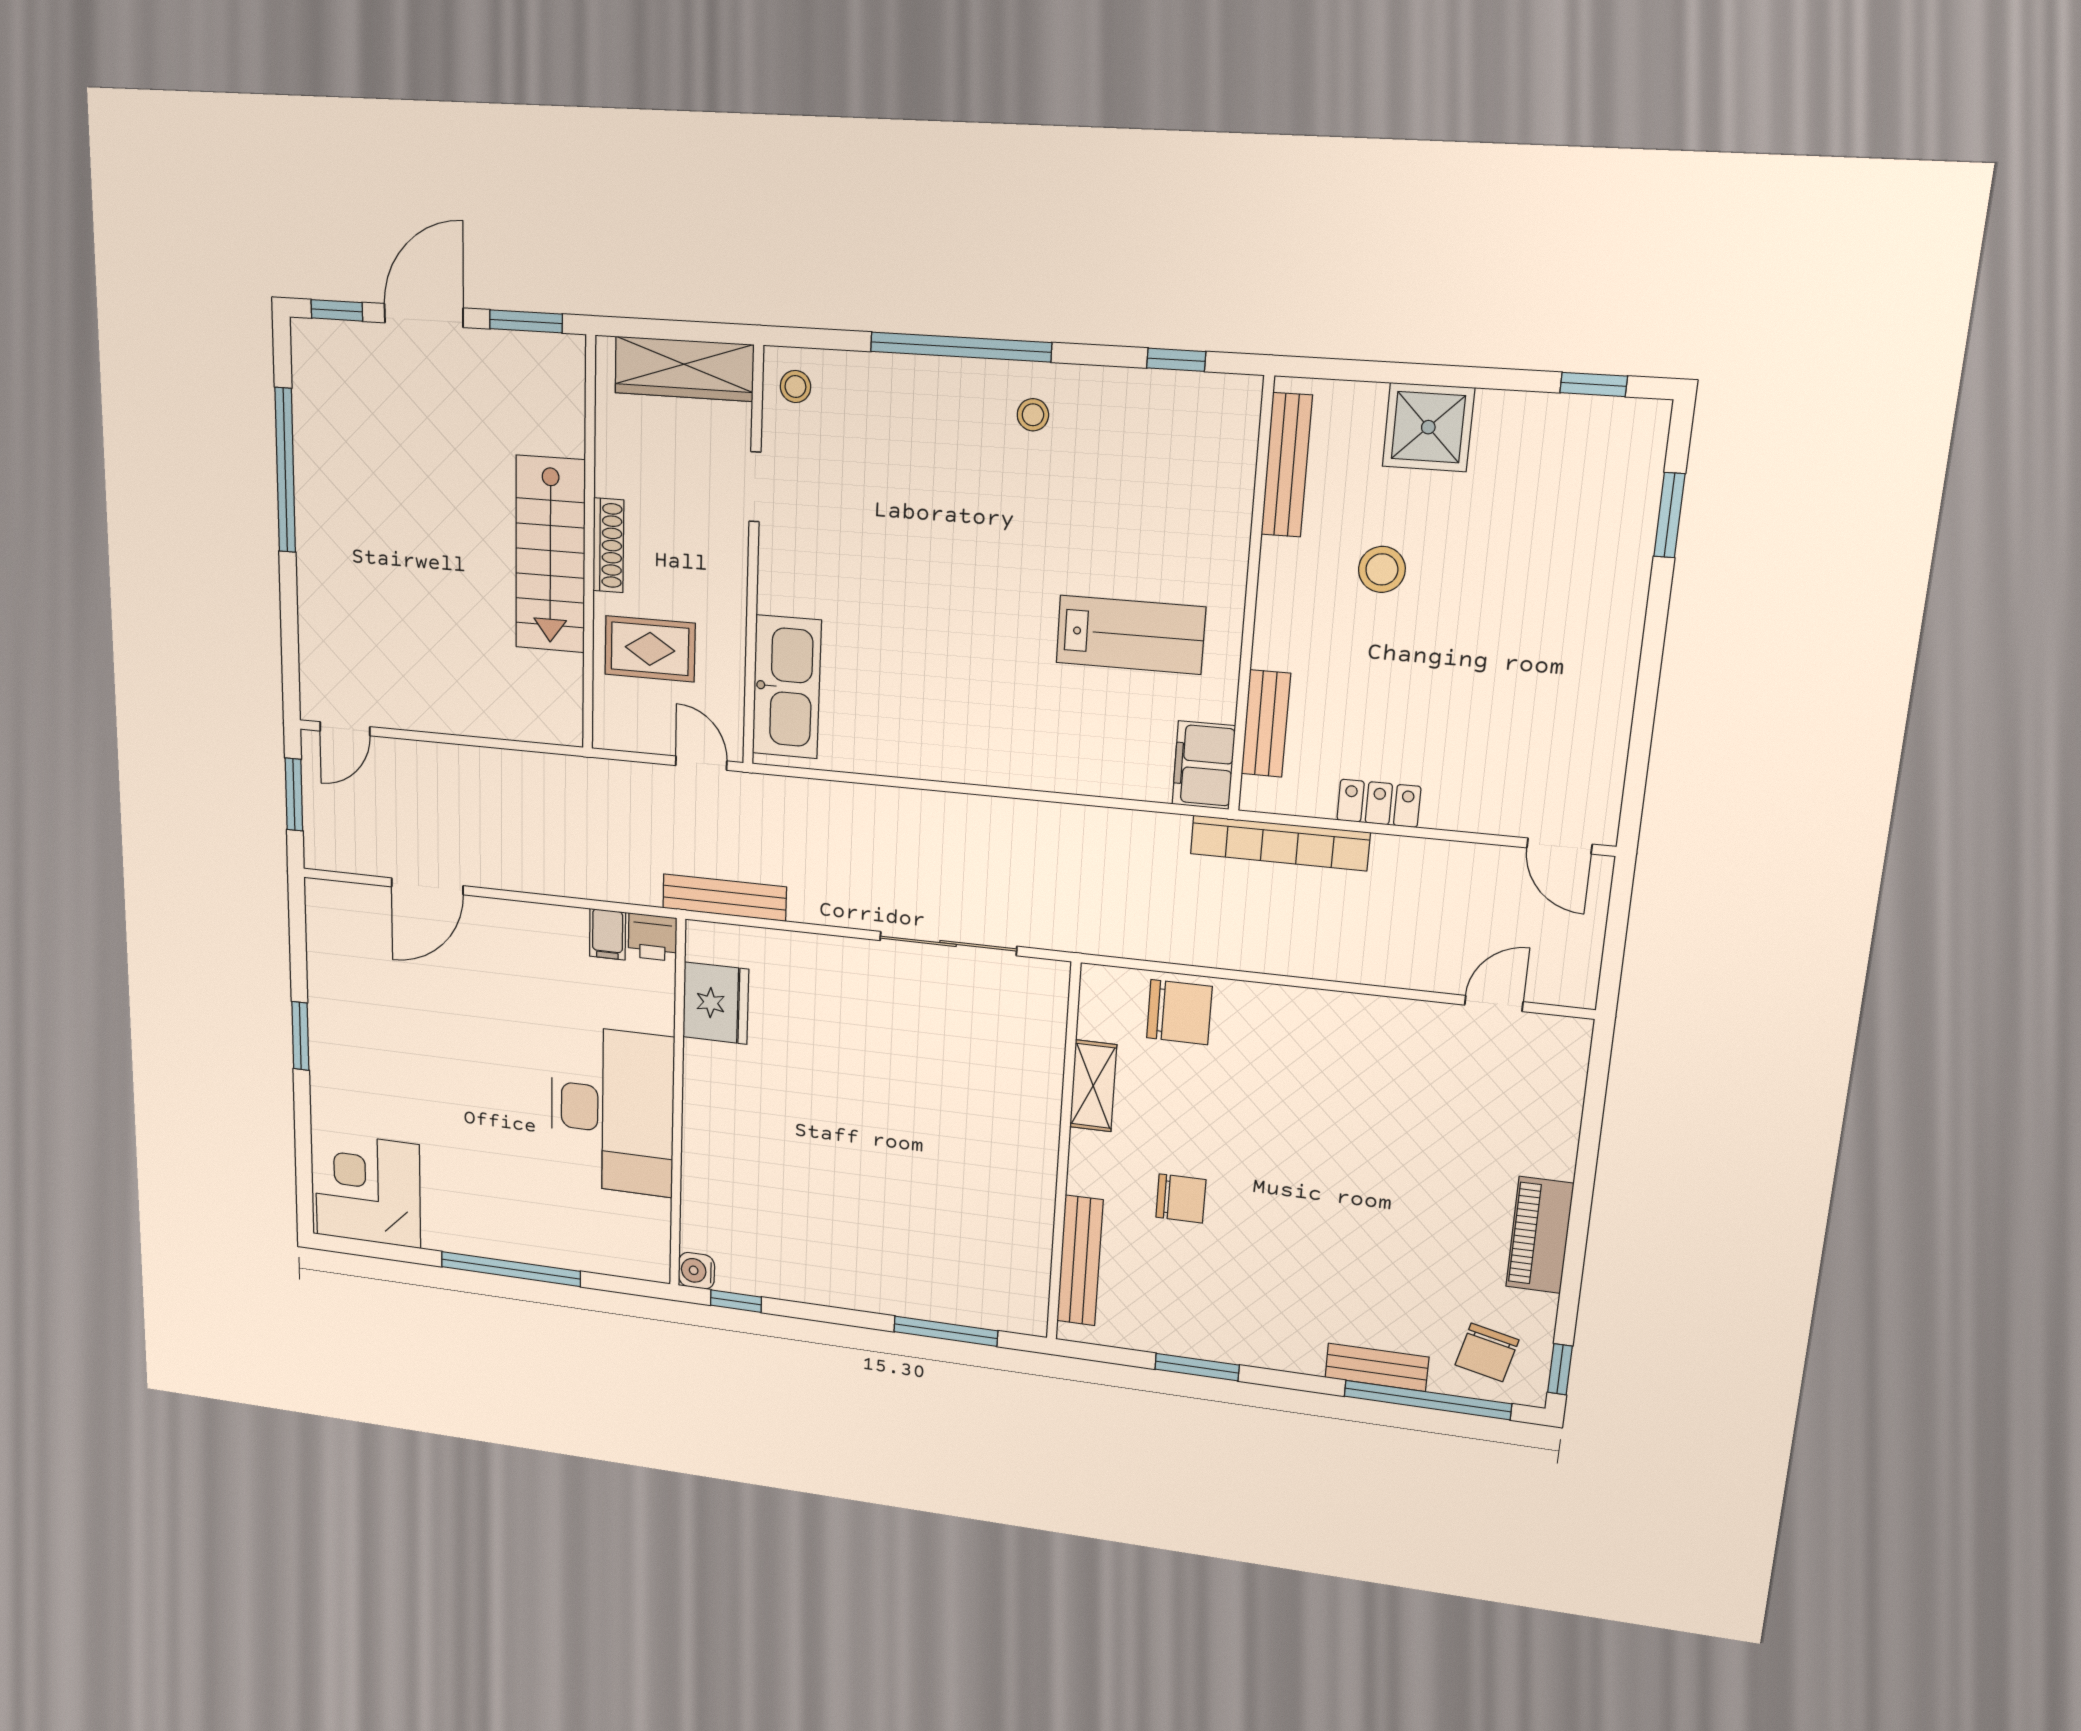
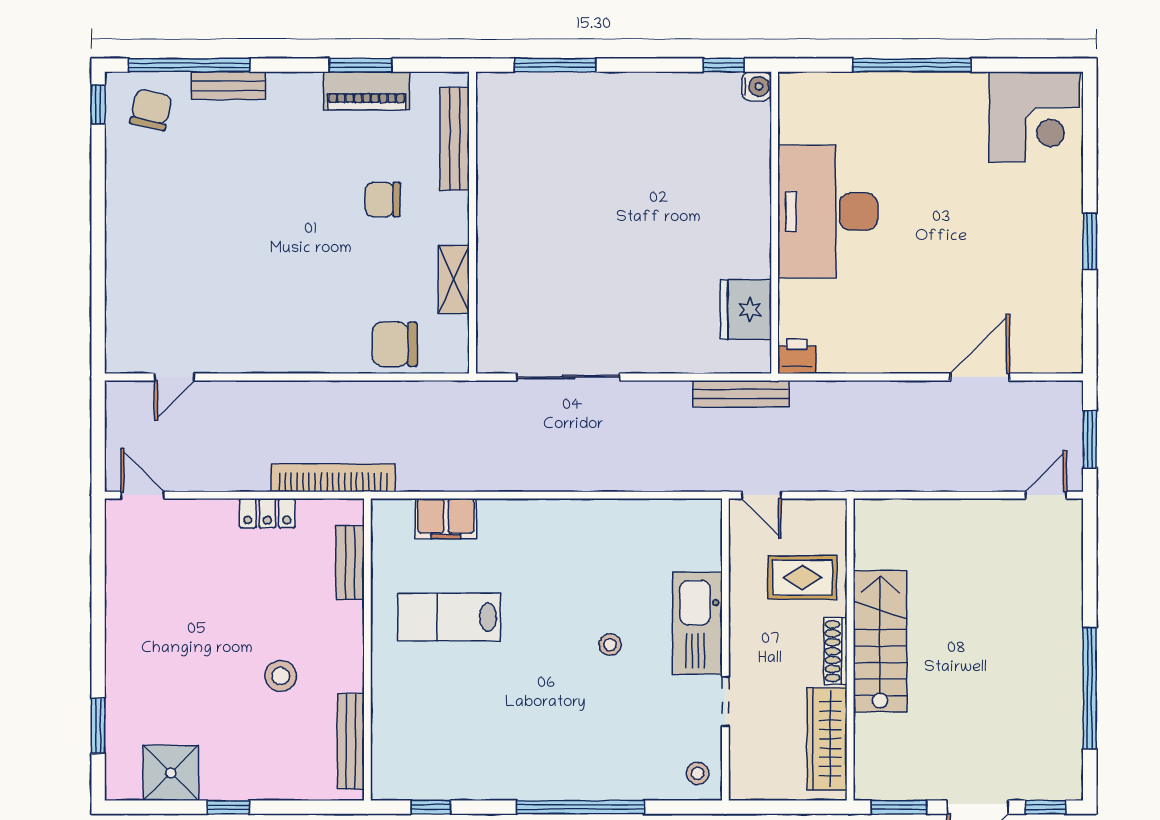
wardrobe: (684, 369) -> (827, 739), moved, turned -90
window: (1594, 384) -> (228, 807), moved
stool: (1033, 415) -> (610, 645), moved
shower: (1428, 427) -> (171, 773), moved
kitchen sink: (787, 687) -> (697, 623), moved
filing cabinet: (1204, 765) -> (446, 519), moved, turned 90
filing cabinet: (608, 934) -> (833, 355), removed
piano: (1540, 1235) -> (367, 91), moved, turned 90

